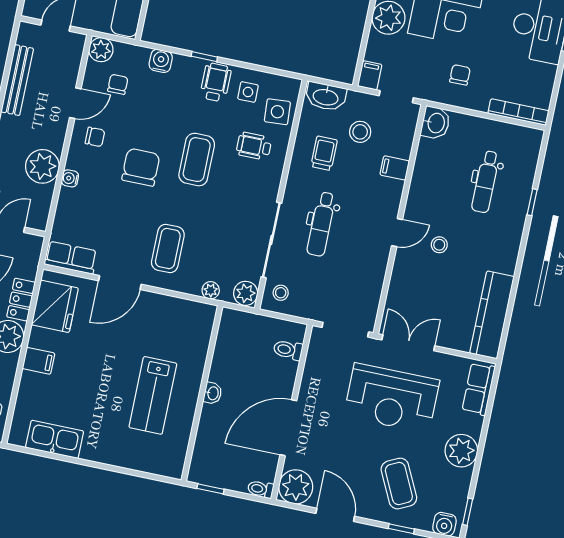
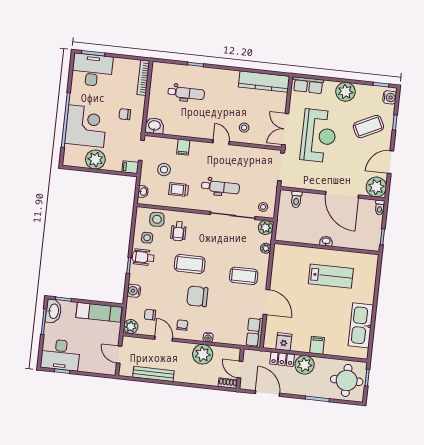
washbasin: (326, 97) -> (143, 192), width x0.52, depth x0.69
stool: (439, 245) -> (244, 128), moved
fridge: (55, 306) -> (284, 342), width x0.53, depth x0.75
kitchen sink: (55, 439) -> (361, 325), width x1.36, depth x1.24

